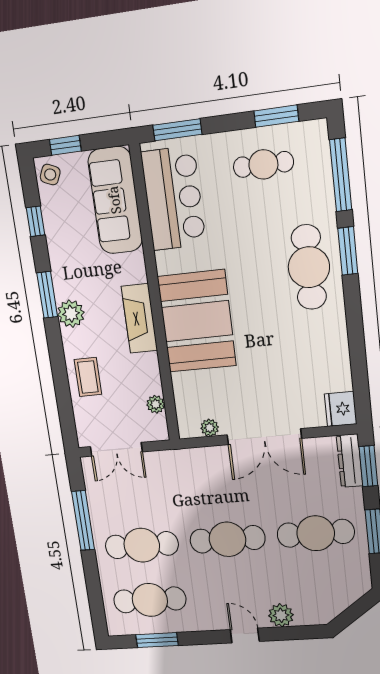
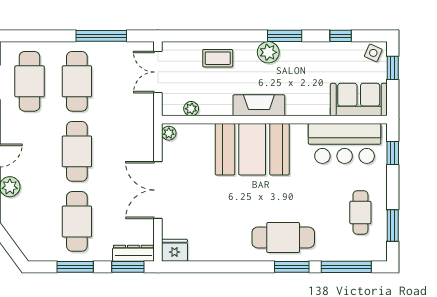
window: (177, 130) -> (393, 153), width x0.67
sofa: (115, 200) -> (359, 100), width x0.73
plant: (210, 428) -> (169, 133), moved

